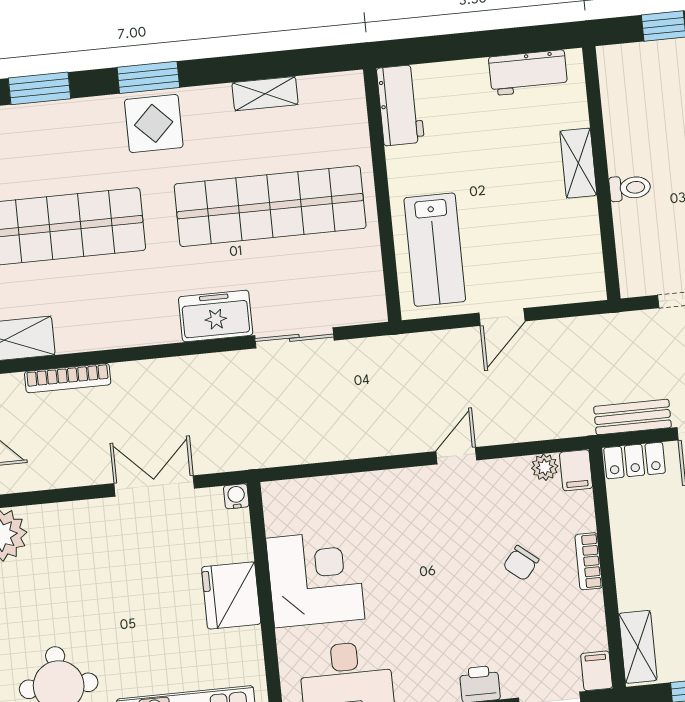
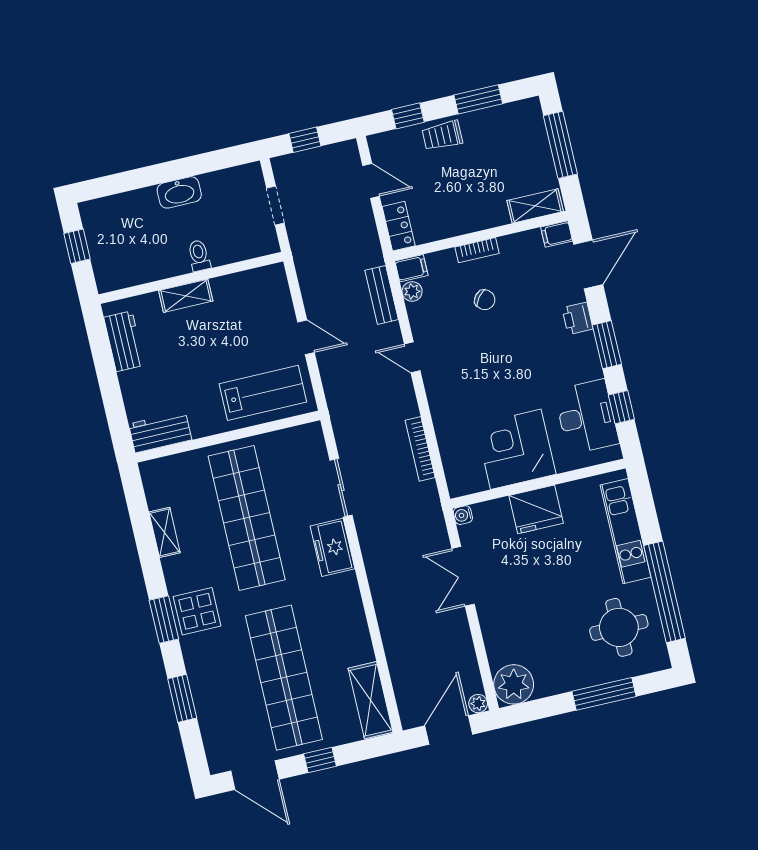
bookcase: (68, 378) -> (420, 449), moved, turned 180
bench: (633, 417) -> (382, 295), moved

